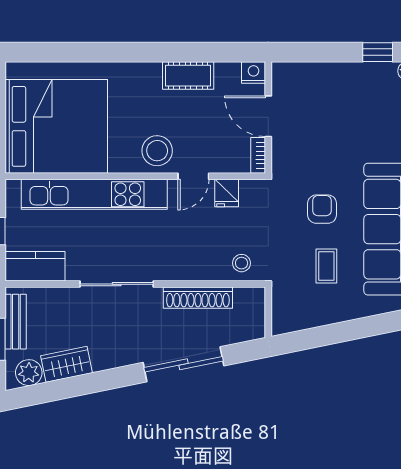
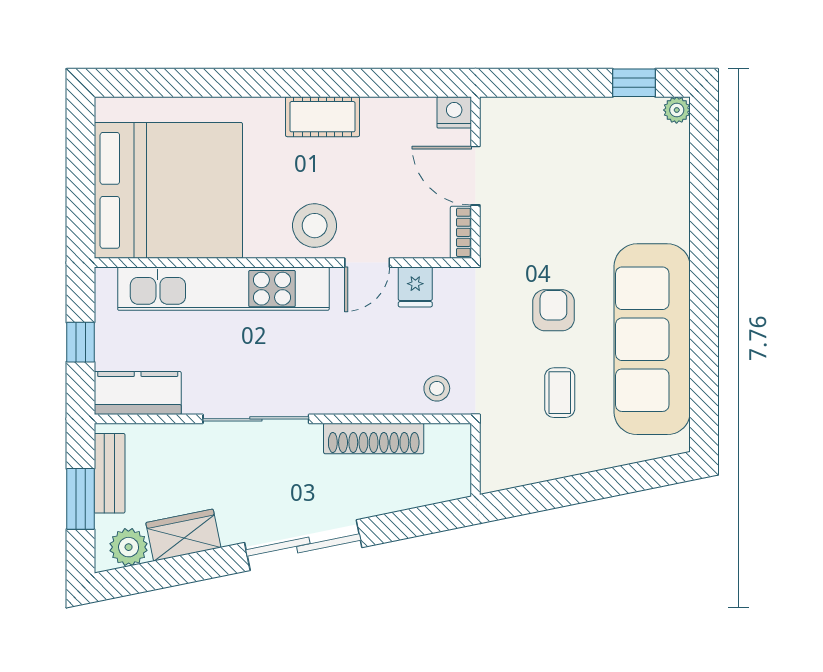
cot: (188, 76) -> (322, 117), moved
sliding door: (184, 364) -> (303, 545), moved

